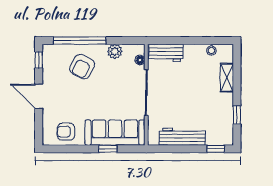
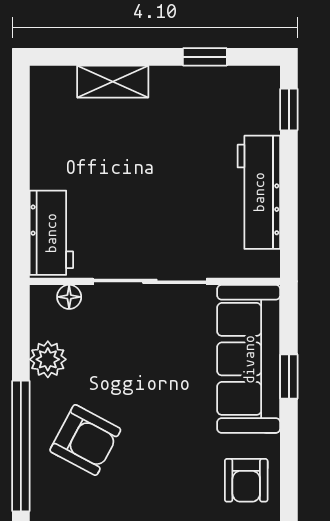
stool: (211, 51) -> (45, 120), removed

